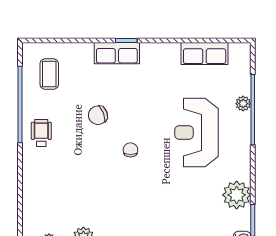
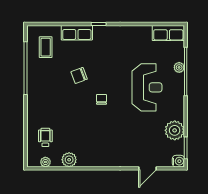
row of seats: (117, 53) -> (77, 33), moved
row of seats: (205, 53) -> (168, 33), moved
wheelchair: (41, 133) -> (45, 137), moved
reception desk: (197, 133) -> (147, 87), turned 180

